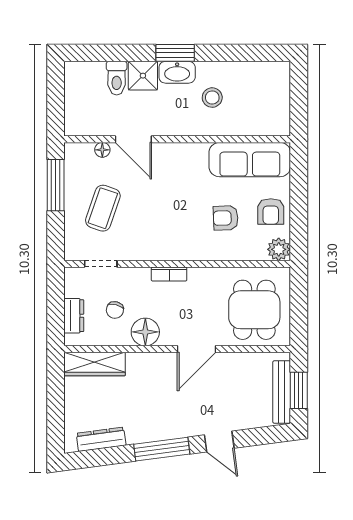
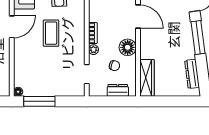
door: (133, 139) -> (12, 27), moved
floor lamp: (102, 150) -> (18, 92), moved
coffee table: (103, 208) -> (51, 33), moved, turned 71
plant: (141, 275) -> (93, 50), added

